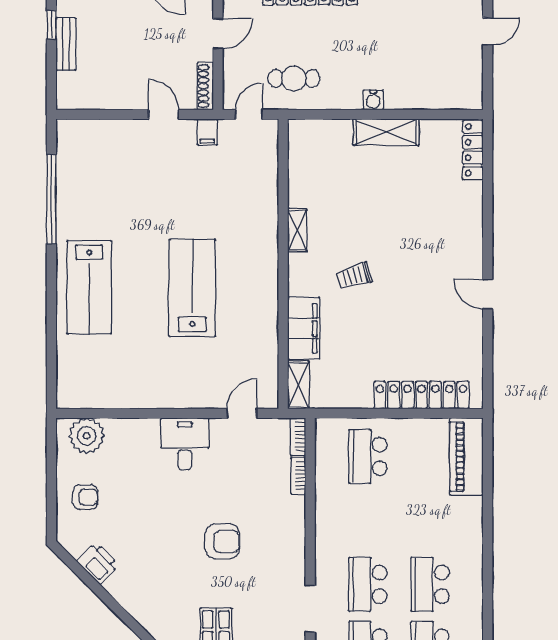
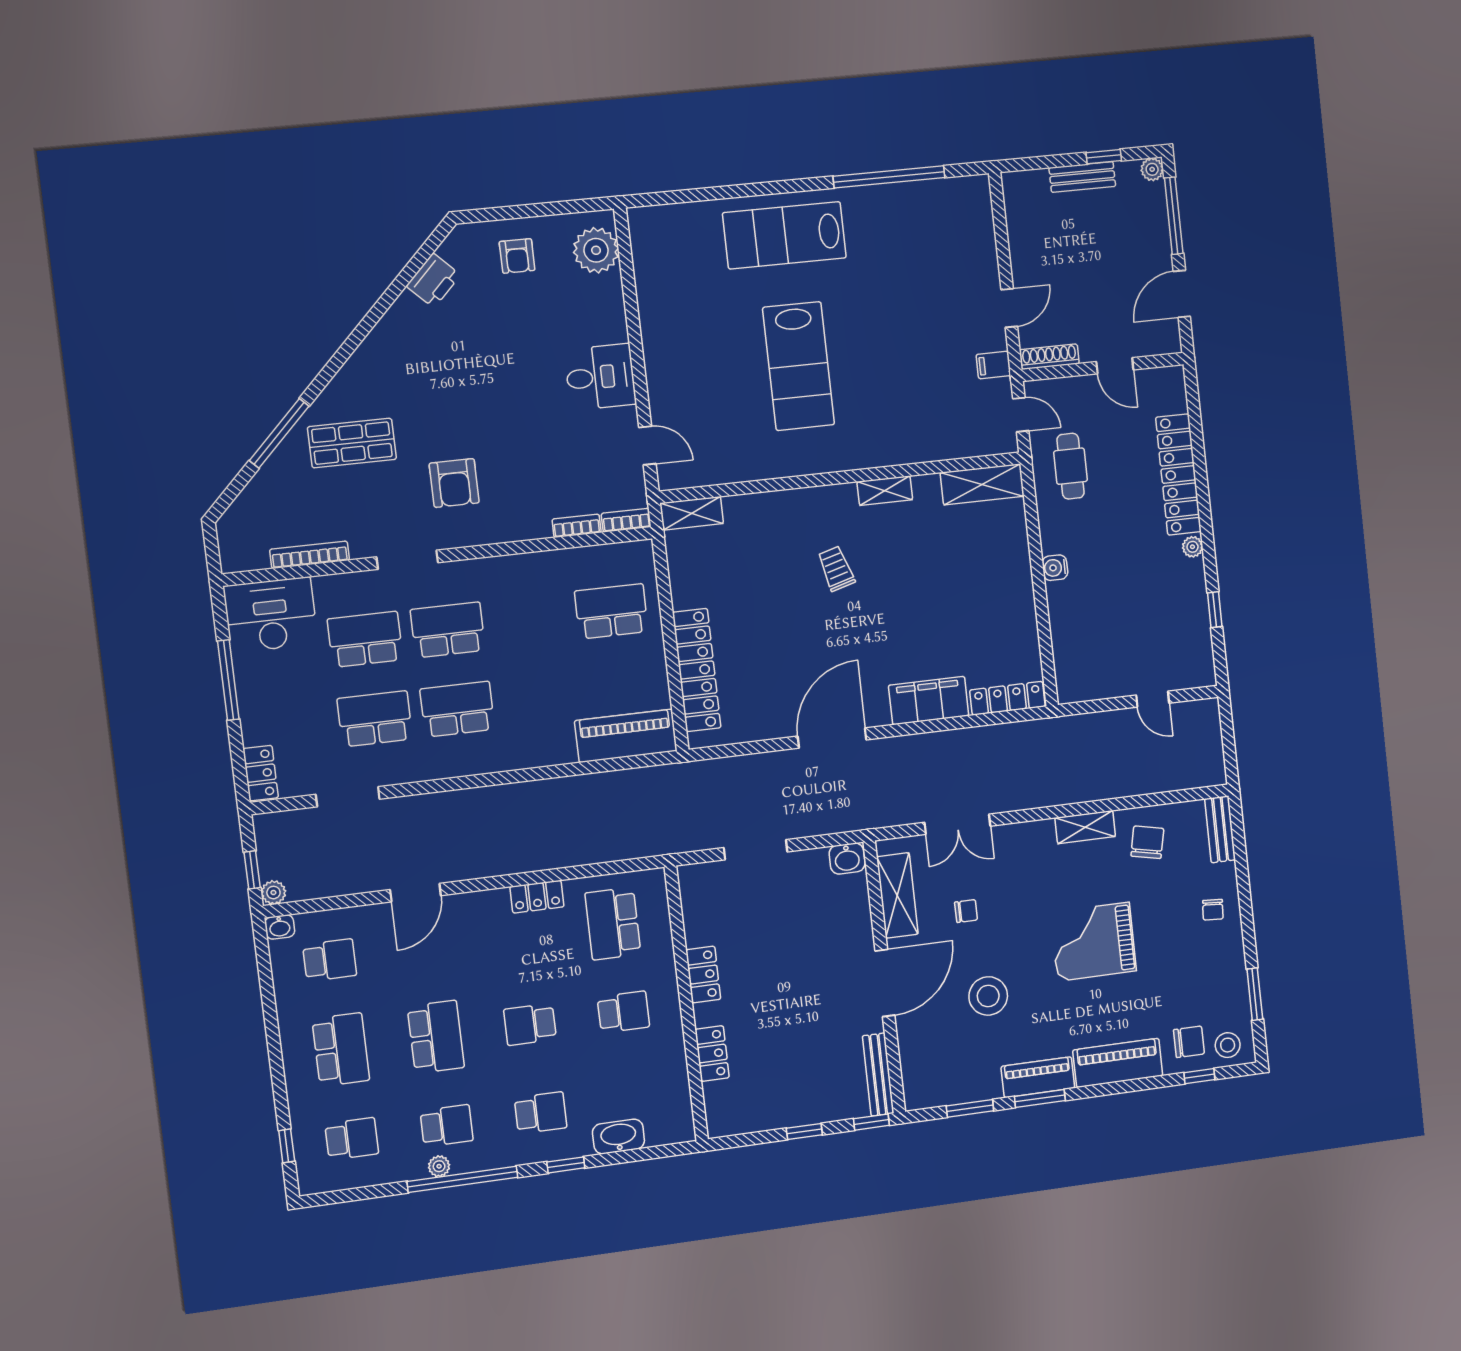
shelving: (386, 132) -> (982, 484), moved, turned 90
lab bench: (192, 288) -> (799, 366), turned 90
door: (488, 294) -> (832, 738), width x1.87
filing cabinet: (304, 328) -> (929, 700), moved, turned 180
armchair: (222, 541) -> (454, 483), moved

